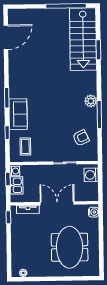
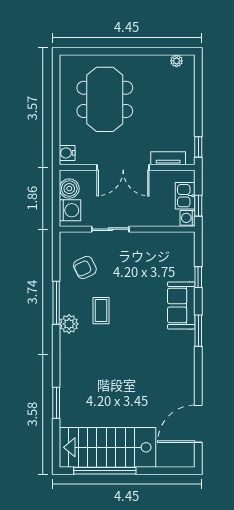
stairs: (83, 39) -> (108, 447), moved, turned -90
coffee table: (25, 146) -> (101, 311), moved
boiler: (92, 189) -> (69, 189), added

